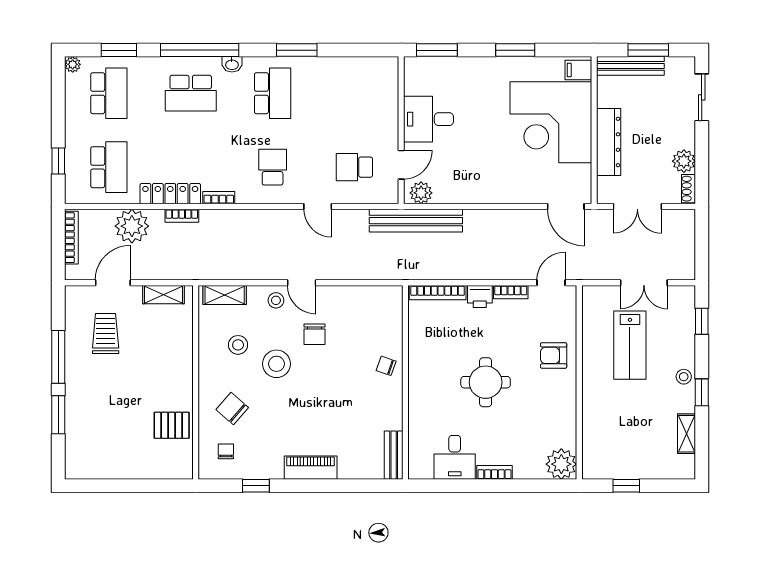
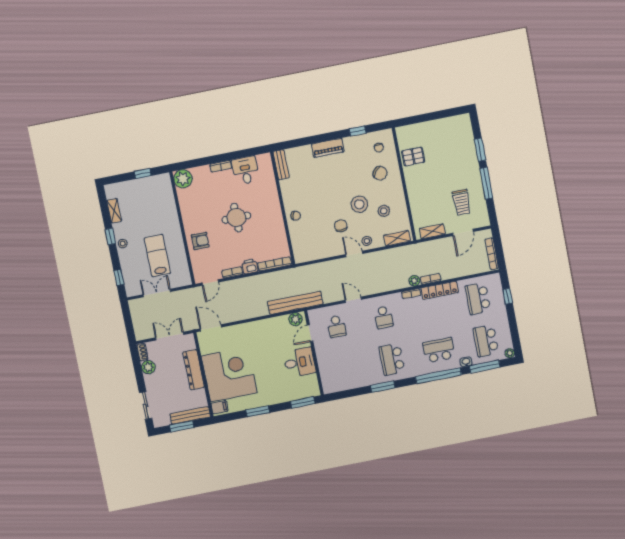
window: (119, 50) -> (485, 367), width x1.44
washbasin: (232, 64) -> (466, 362), moved
school desk: (354, 167) -> (337, 326), turned 90
plant: (132, 226) -> (414, 281), moved, width x0.53, depth x0.53

